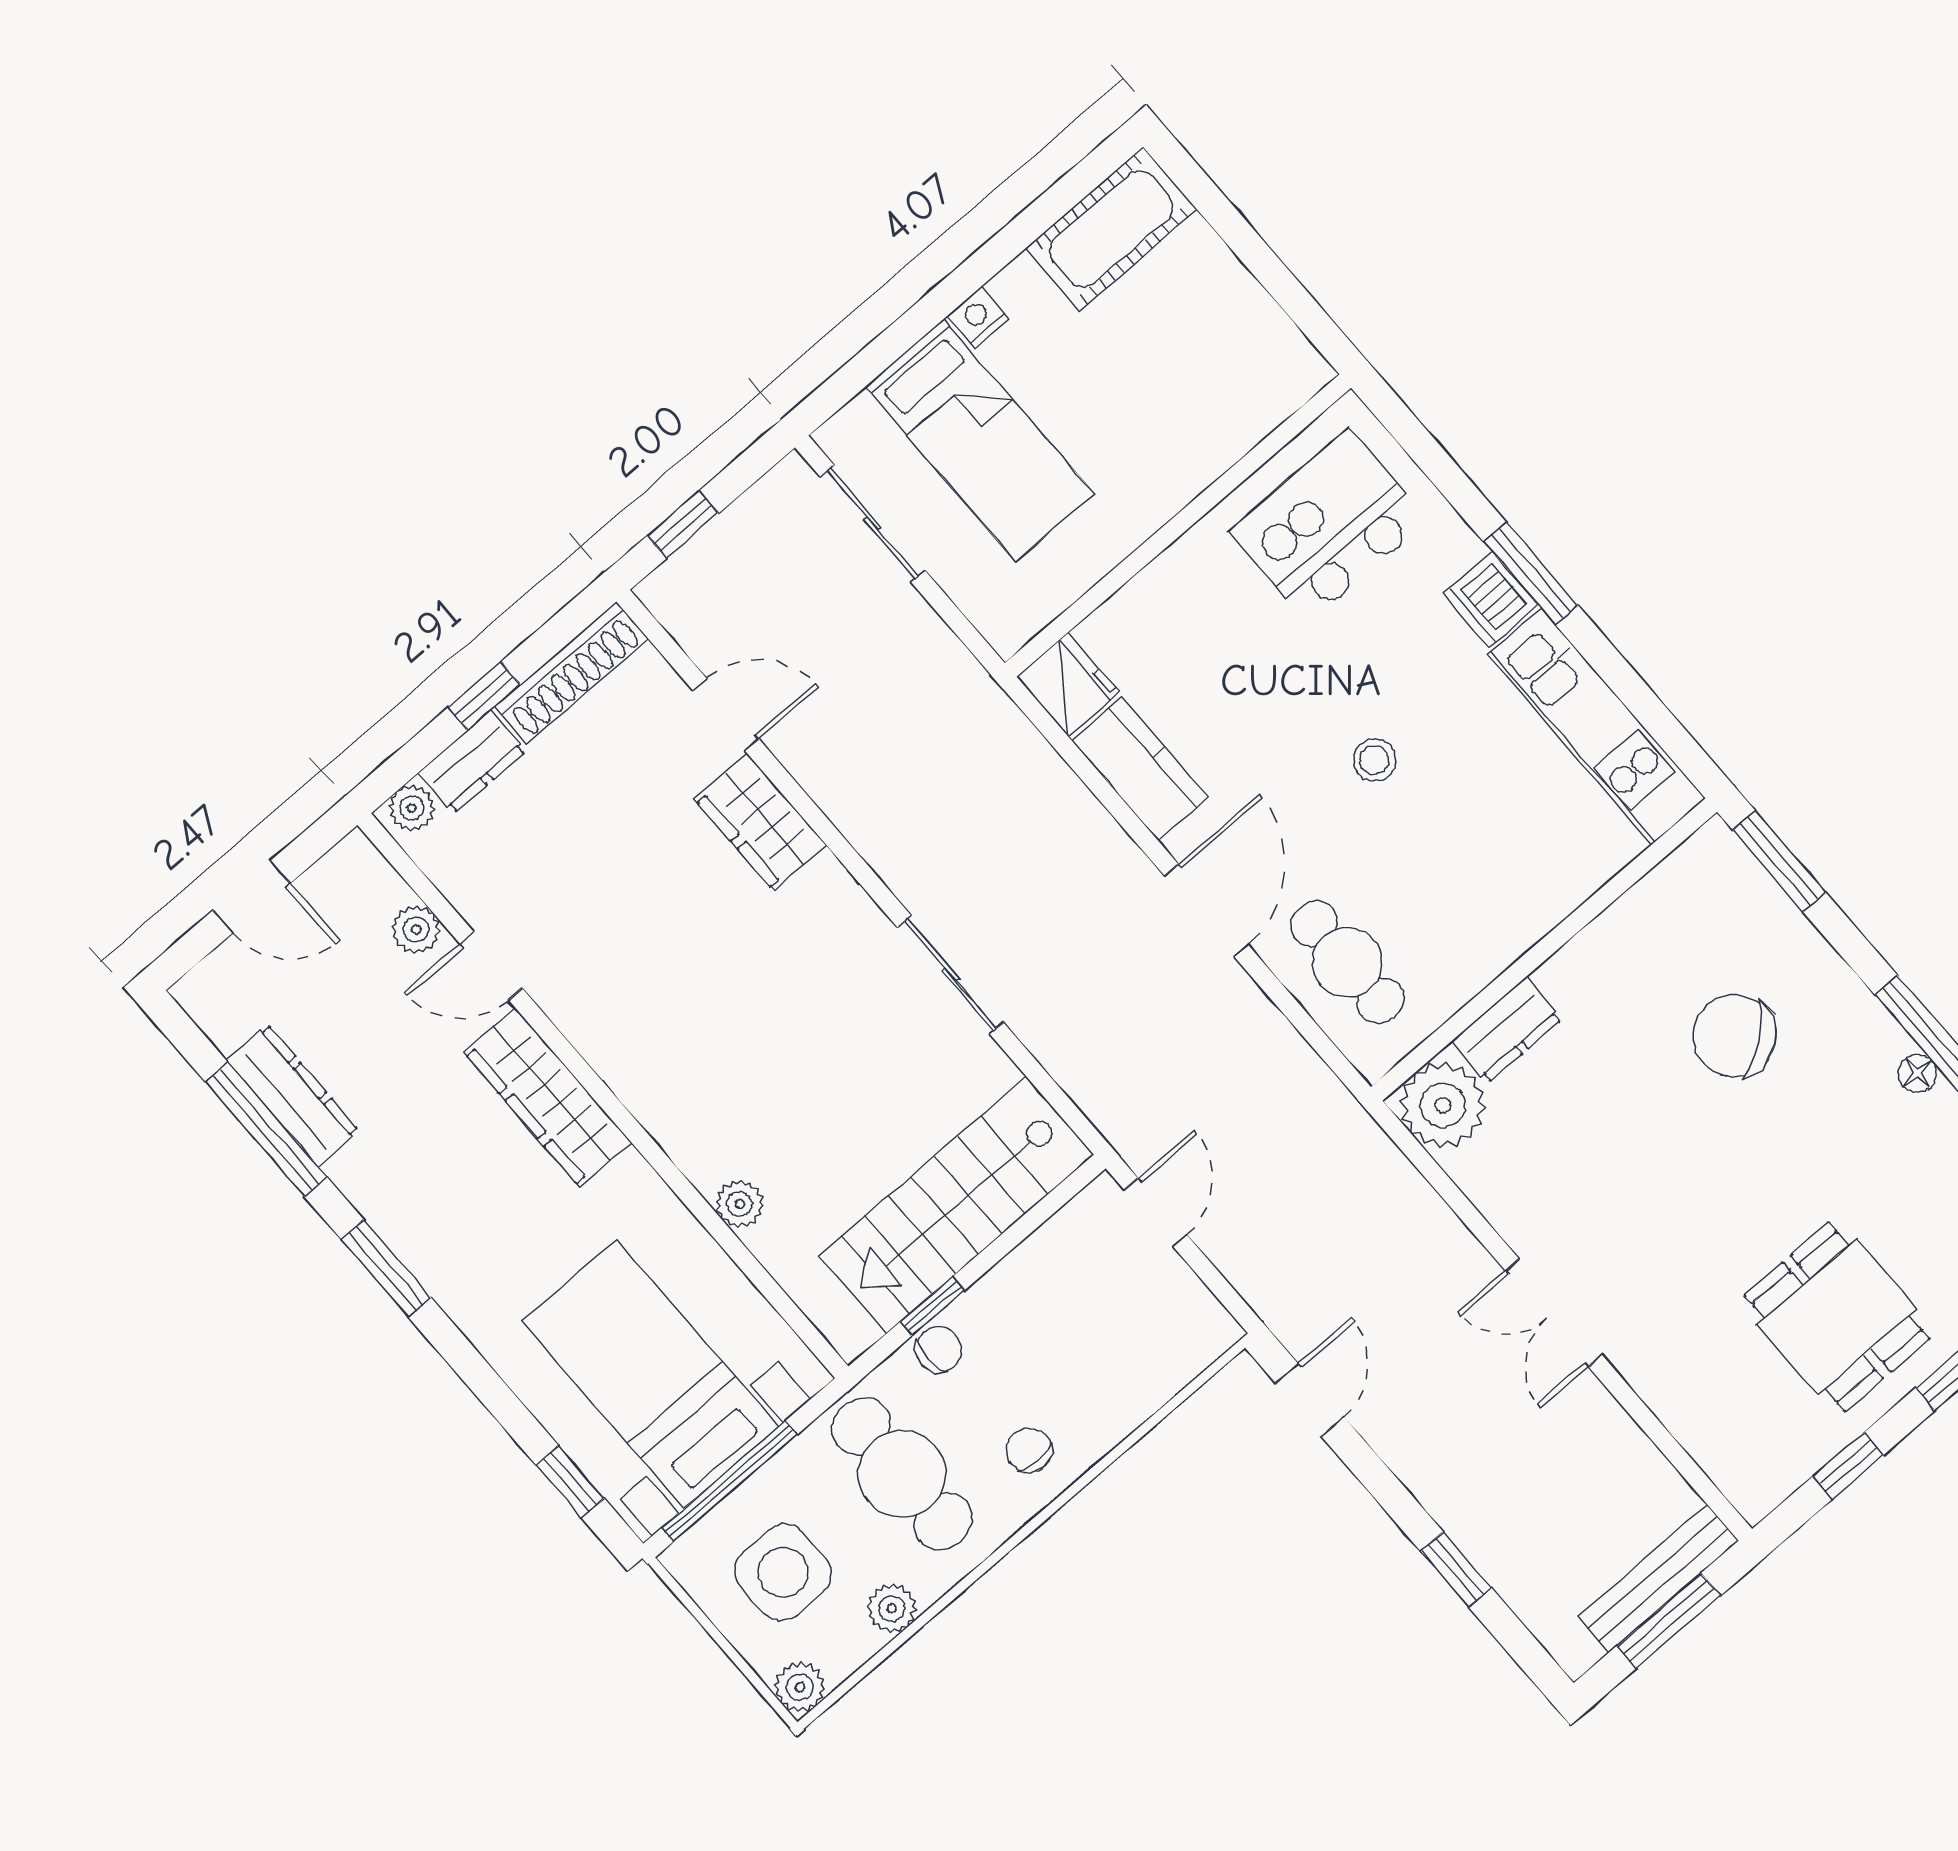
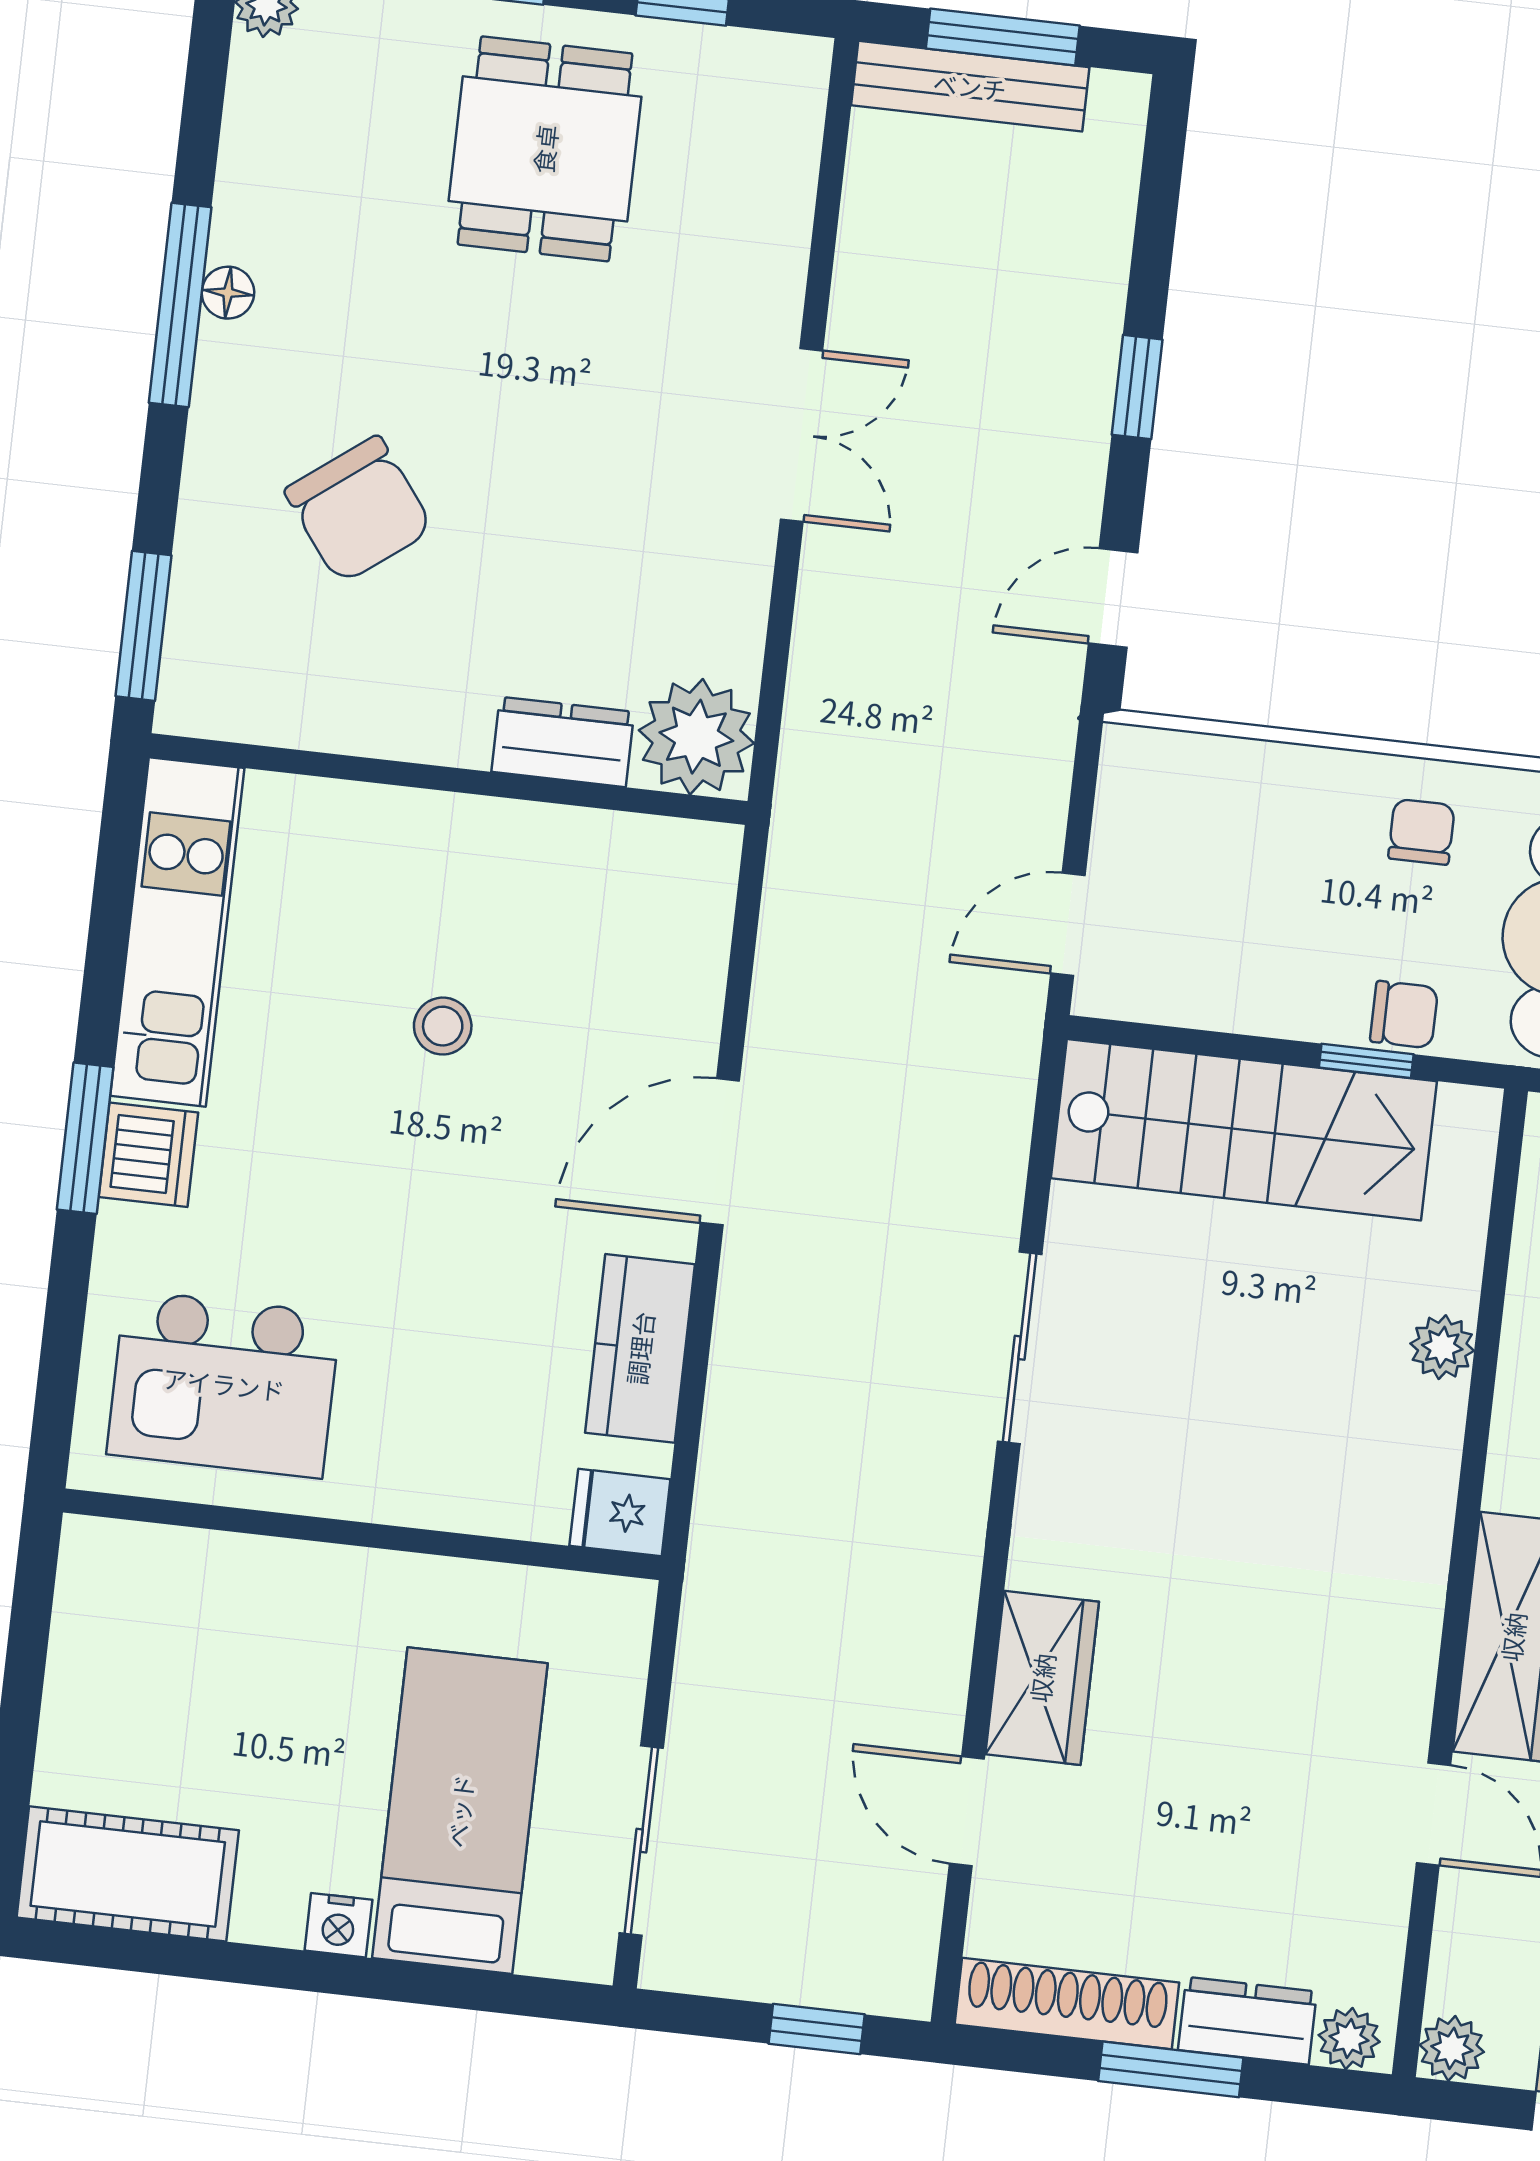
fridge: (1068, 684) -> (620, 1512), width x0.72
window: (484, 696) -> (1171, 2069), width x1.50
stool: (1374, 760) -> (443, 1026), moved
plant: (416, 929) -> (1452, 2048), moved
cafe table: (1347, 962) -> (642, 964), removed
chair: (939, 1350) -> (1404, 1015), turned 180
chair: (1029, 1450) -> (1421, 832), turned 180
window: (1456, 1570) -> (1137, 387), moved

